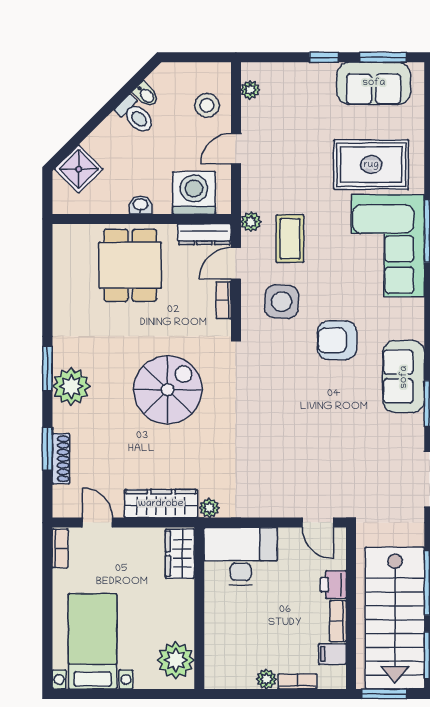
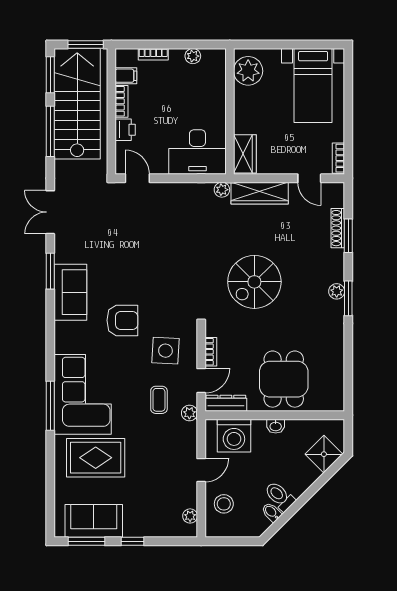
coffee table: (290, 239) -> (159, 400), width x0.73, depth x0.77
plant: (71, 386) -> (337, 291), width x0.53, depth x0.53
plant: (266, 679) -> (193, 56), moved

